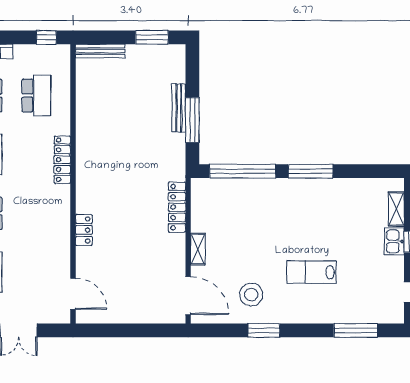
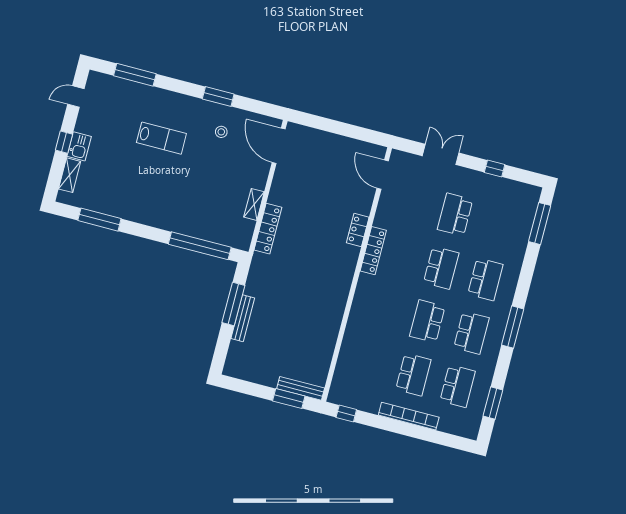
window: (152, 37) -> (289, 398), moved
school desk: (36, 96) -> (369, 363), removed
locker: (62, 160) -> (373, 251), moved
window: (311, 171) -> (99, 220), moved
shelving: (198, 249) -> (254, 204), moved
stool: (251, 295) -> (221, 132), width x0.53, depth x0.53

